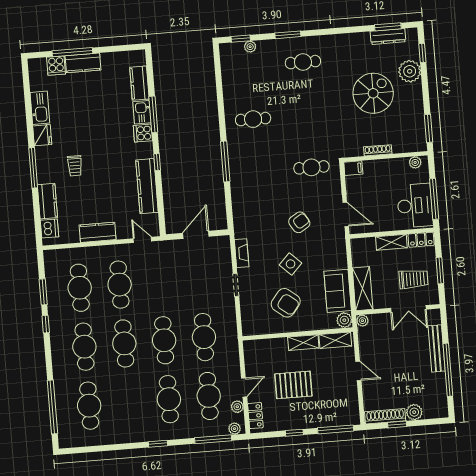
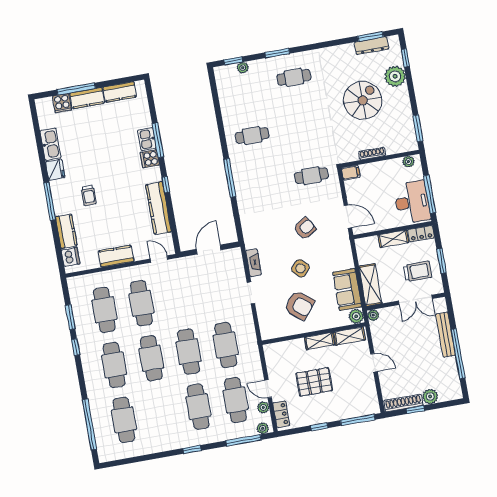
kitchen counter: (139, 83) -> (120, 92), moved, turned -90
door: (244, 387) -> (268, 389), swing flipped

